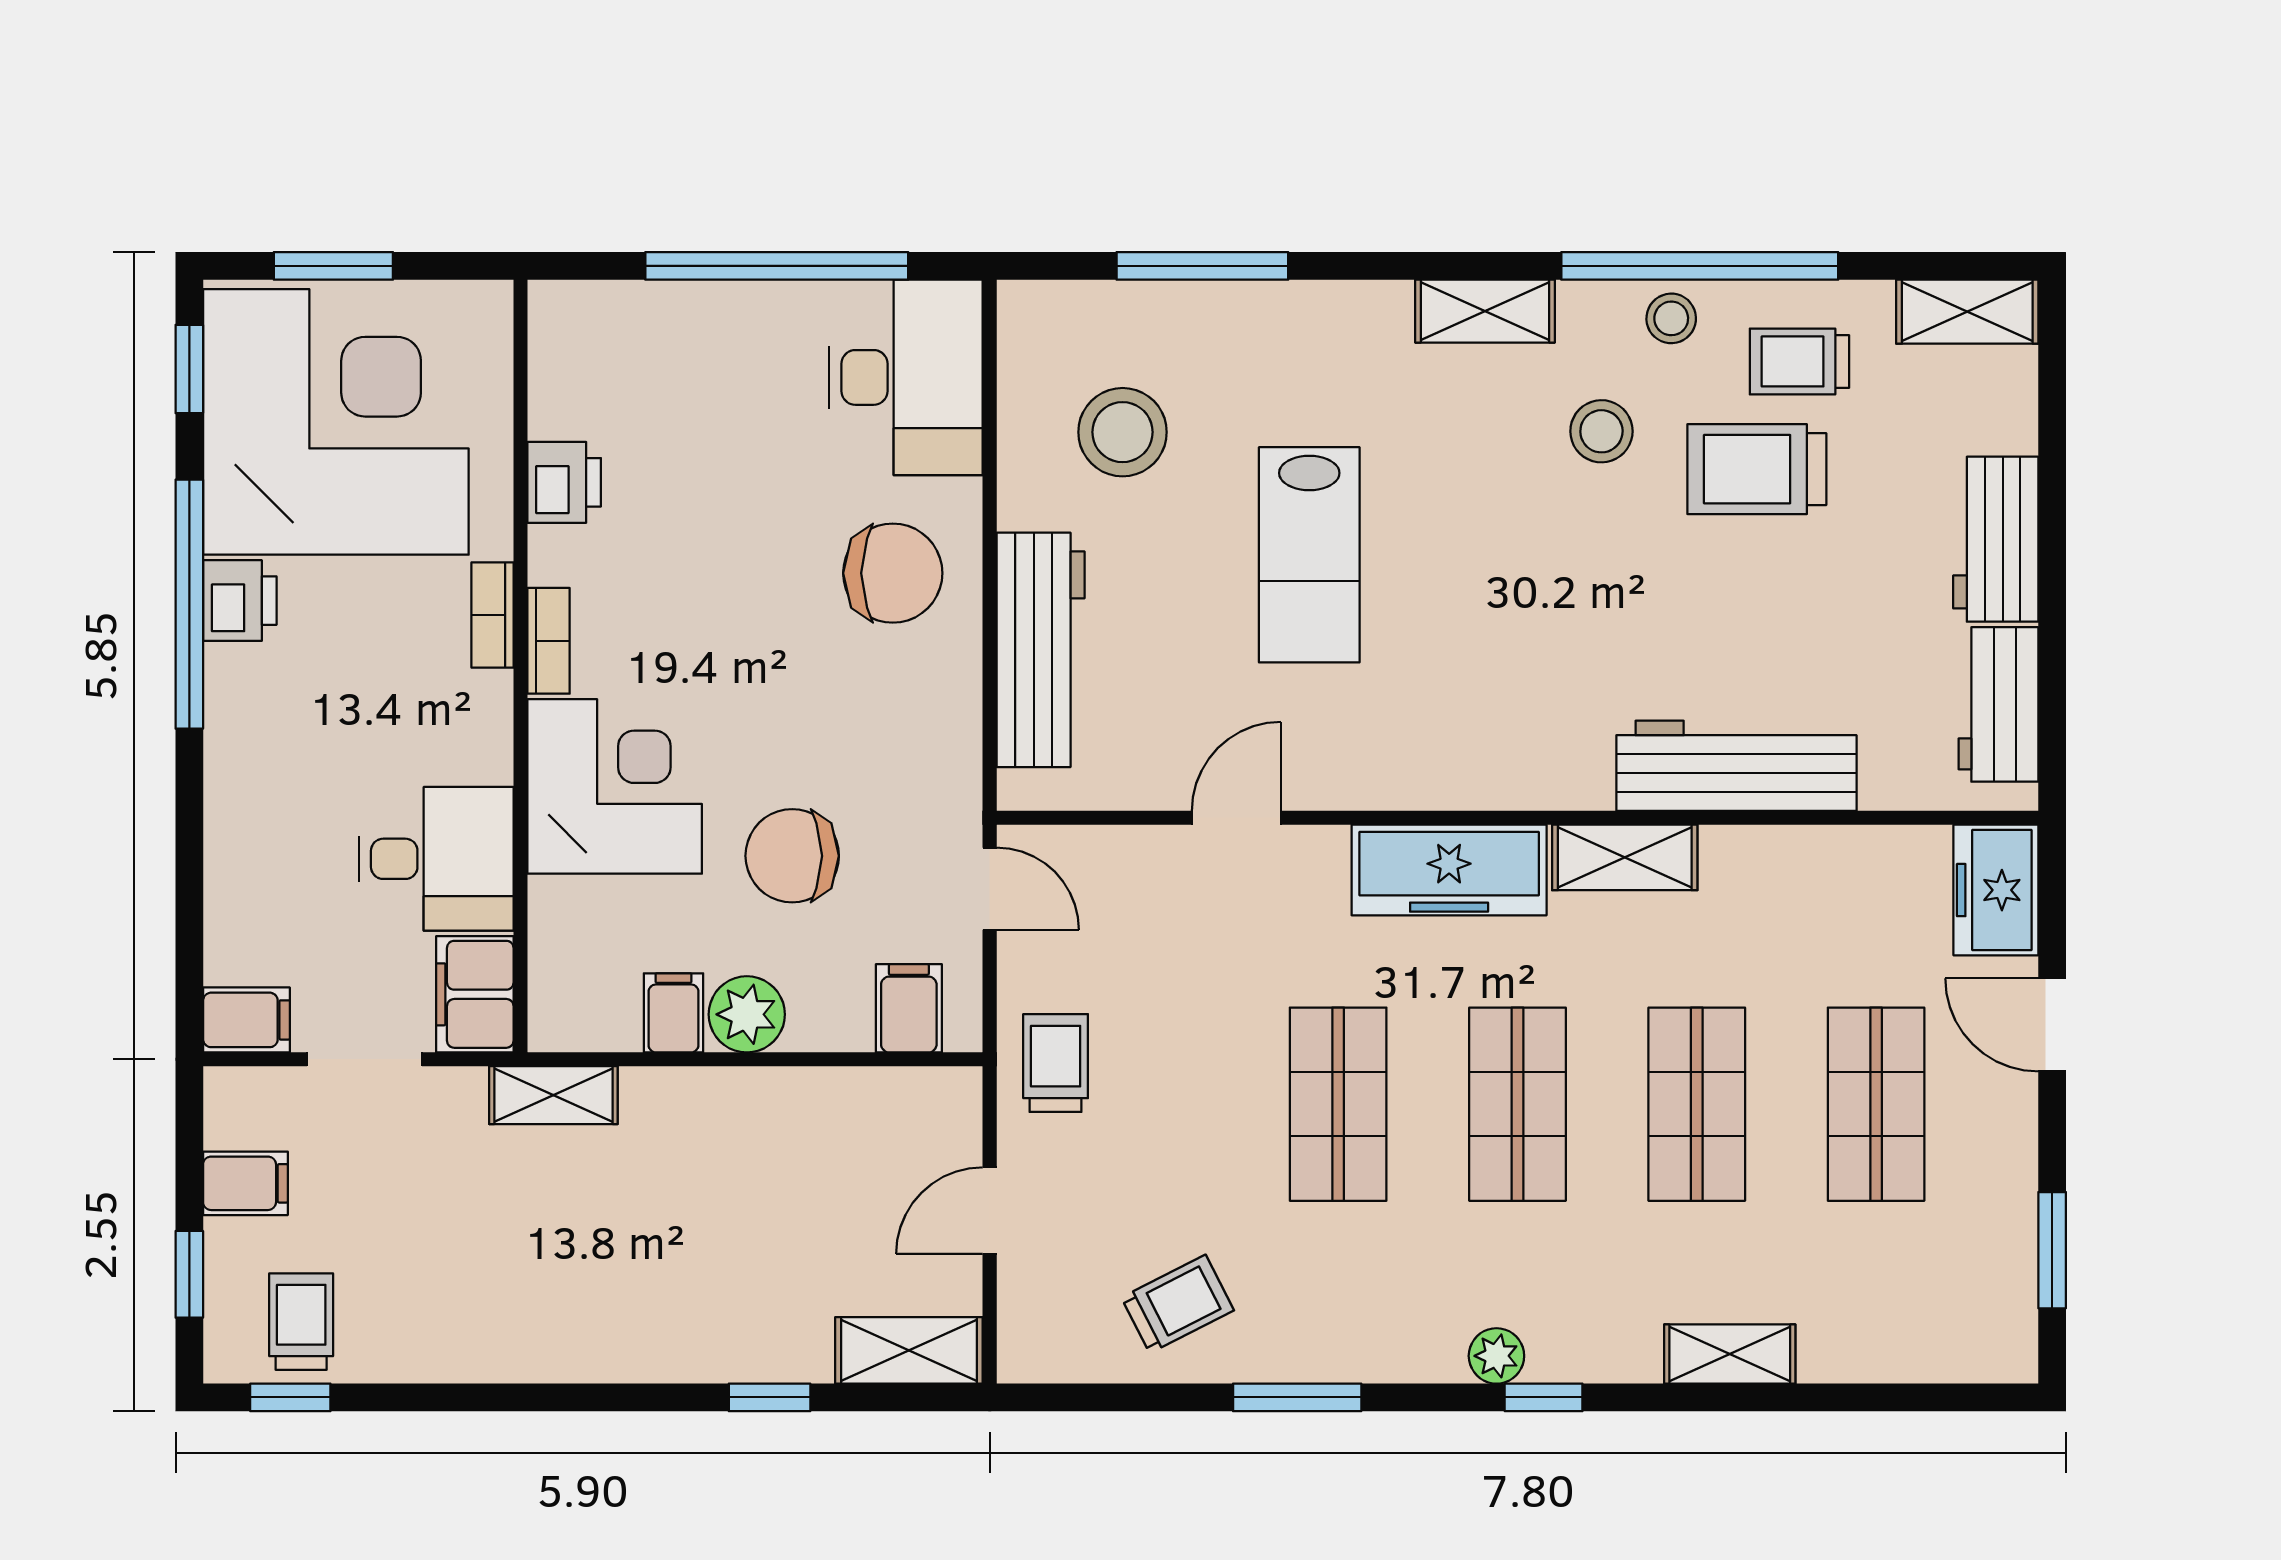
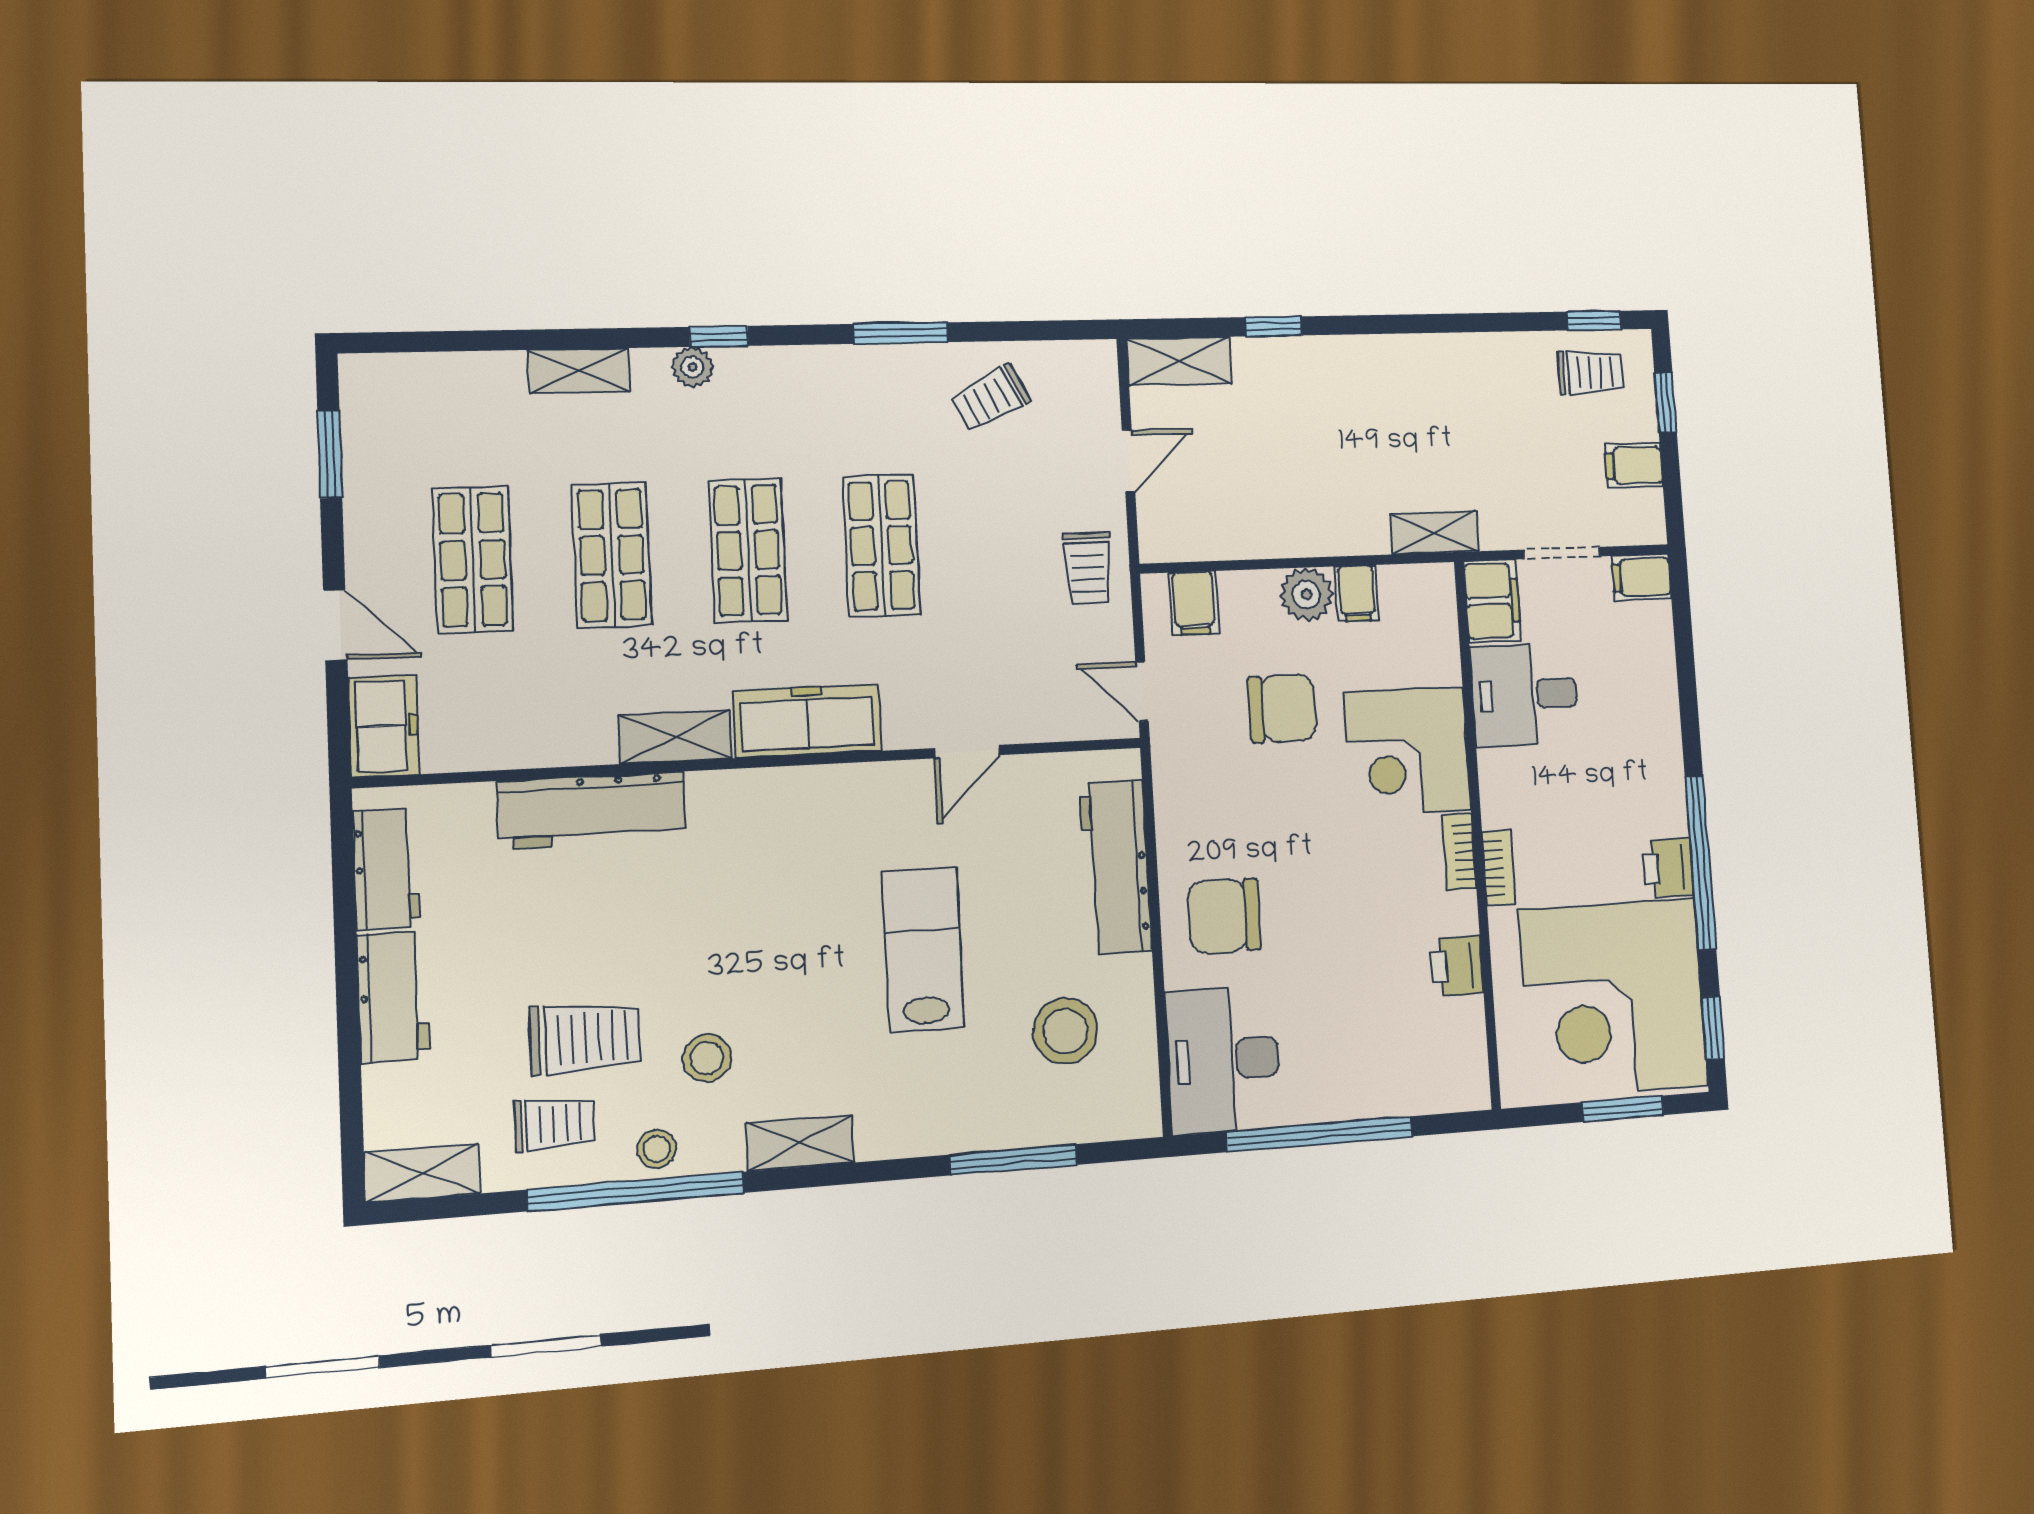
trolley: (301, 1322) -> (1591, 372), turned -90
plant: (1496, 1356) -> (692, 367), moved

